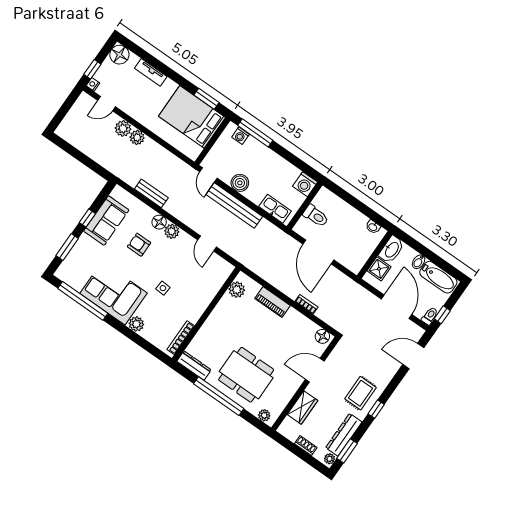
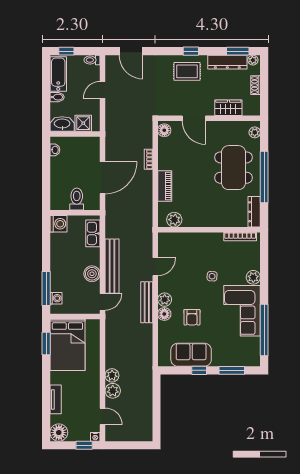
bench: (151, 193) -> (147, 302), moved, width x1.36
door: (397, 307) -> (103, 90), width x0.53
window: (442, 315) -> (66, 51), moved

